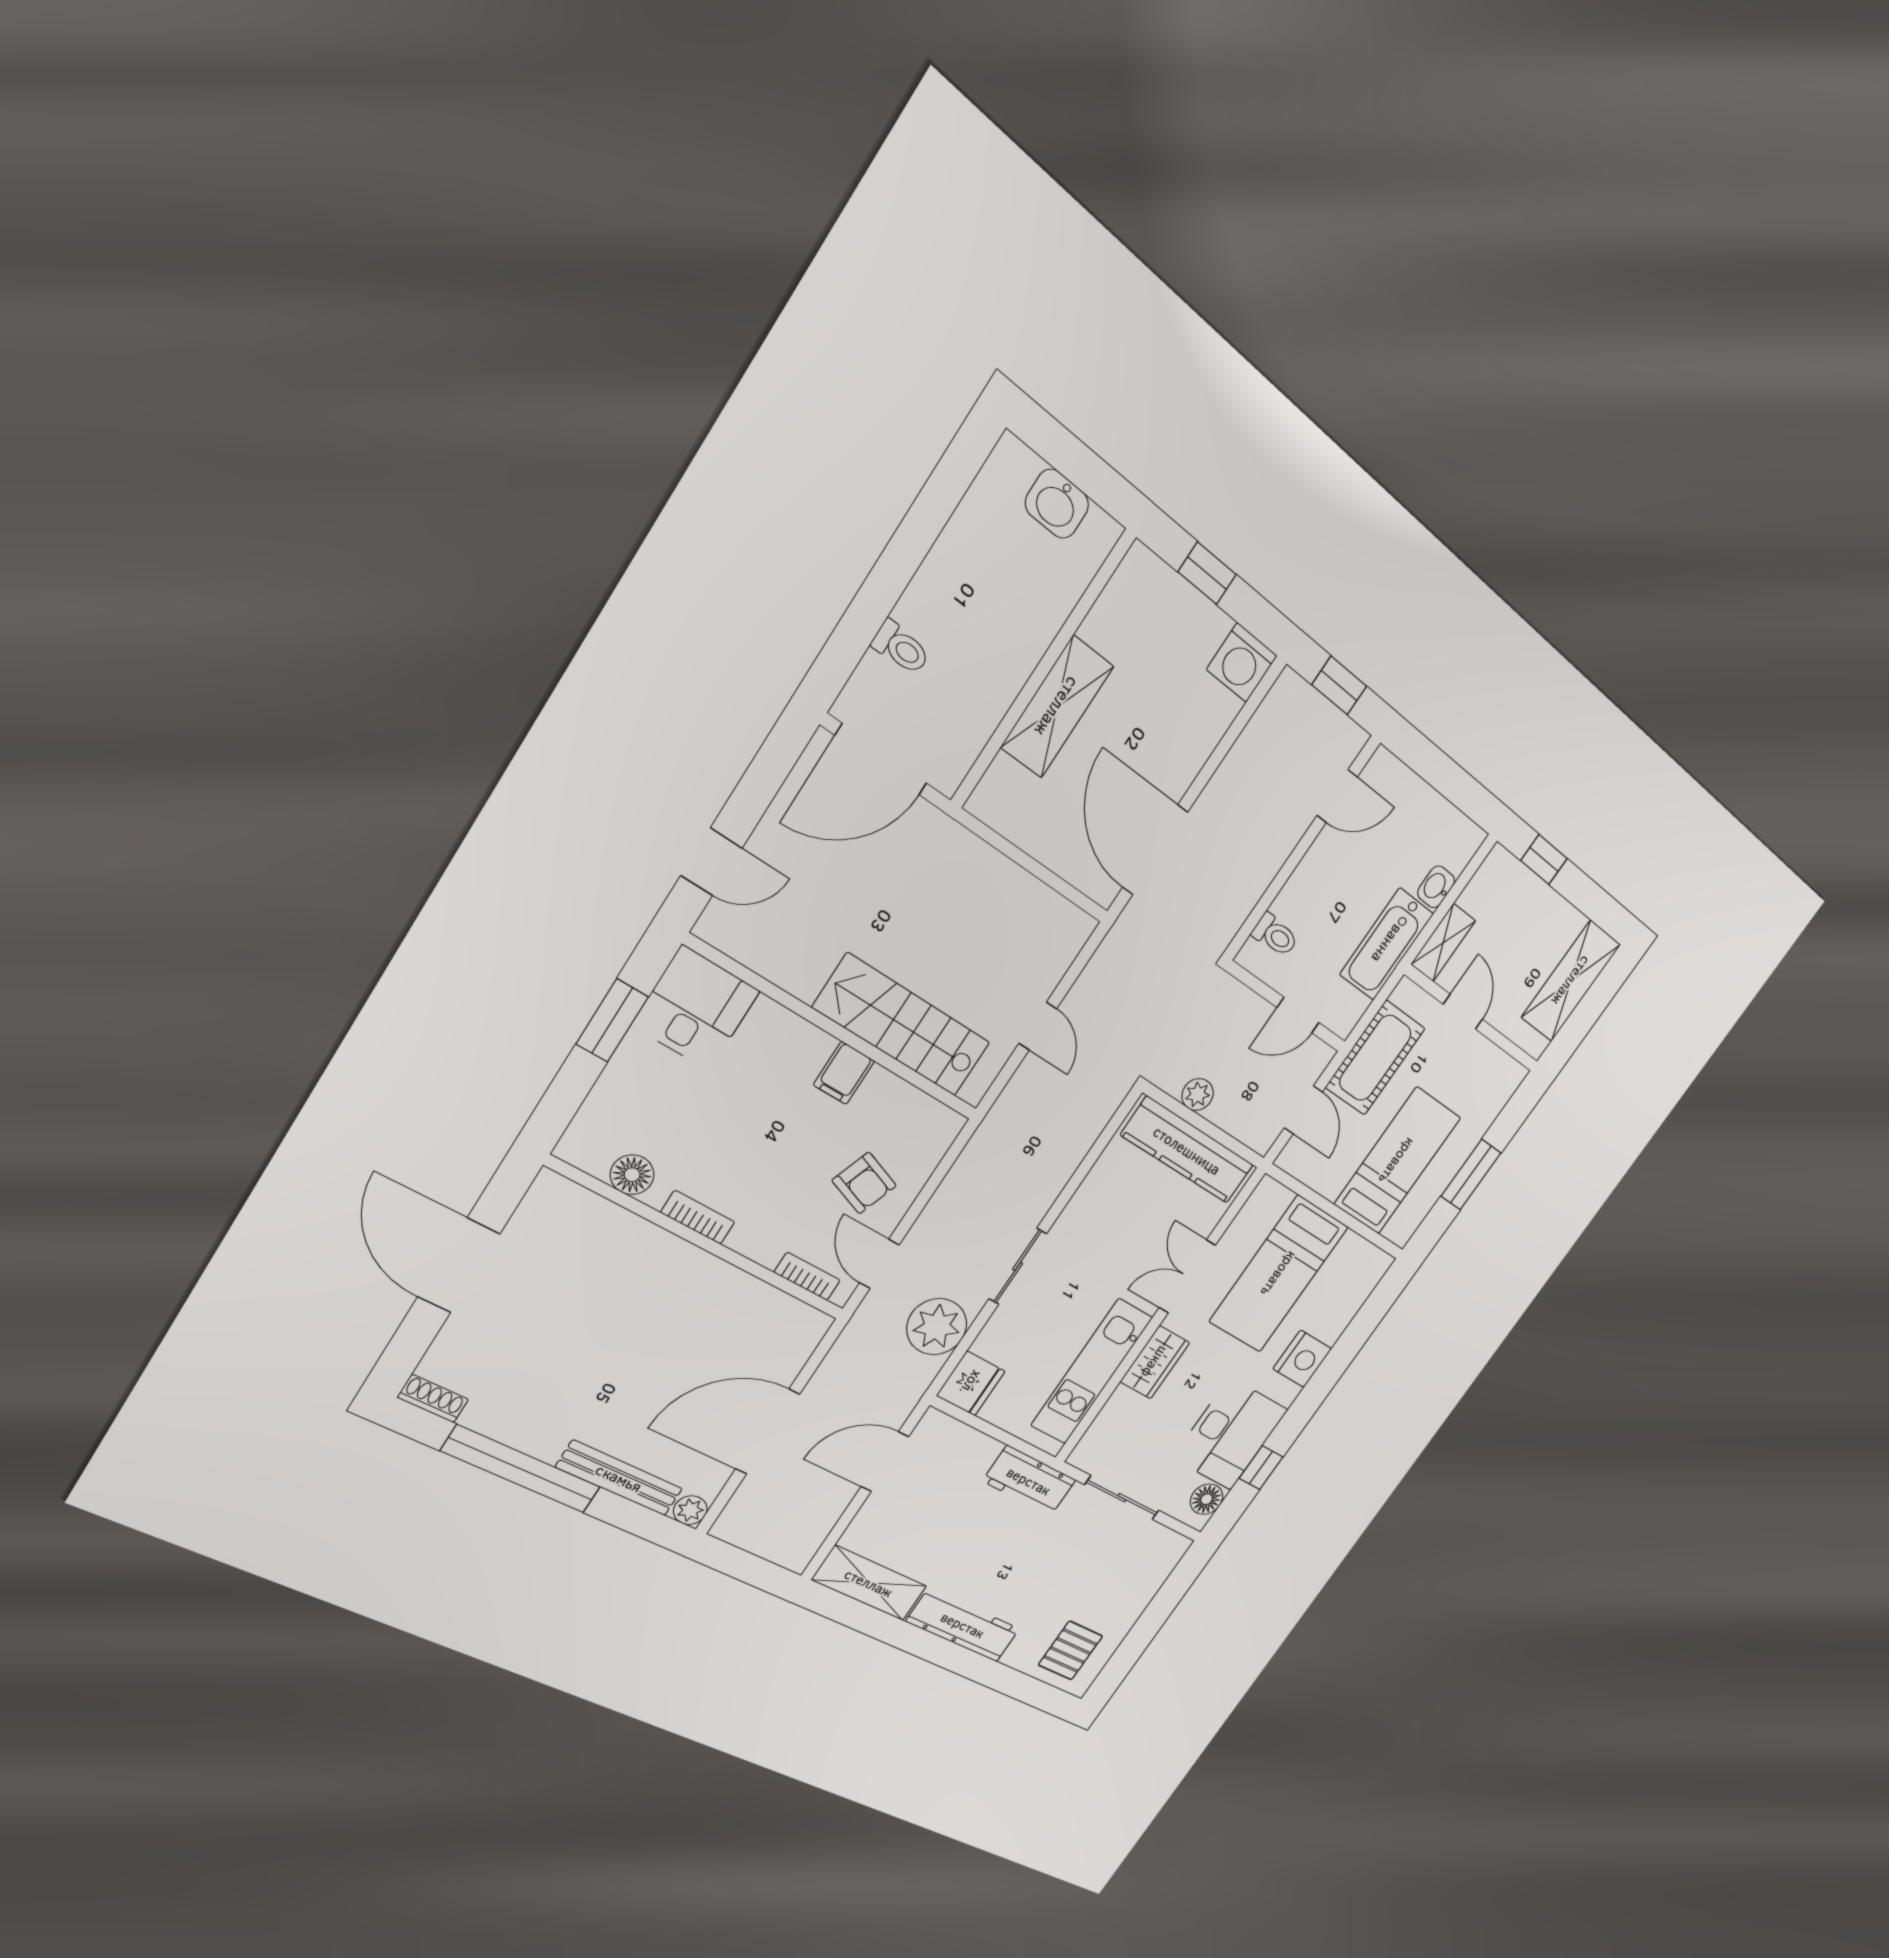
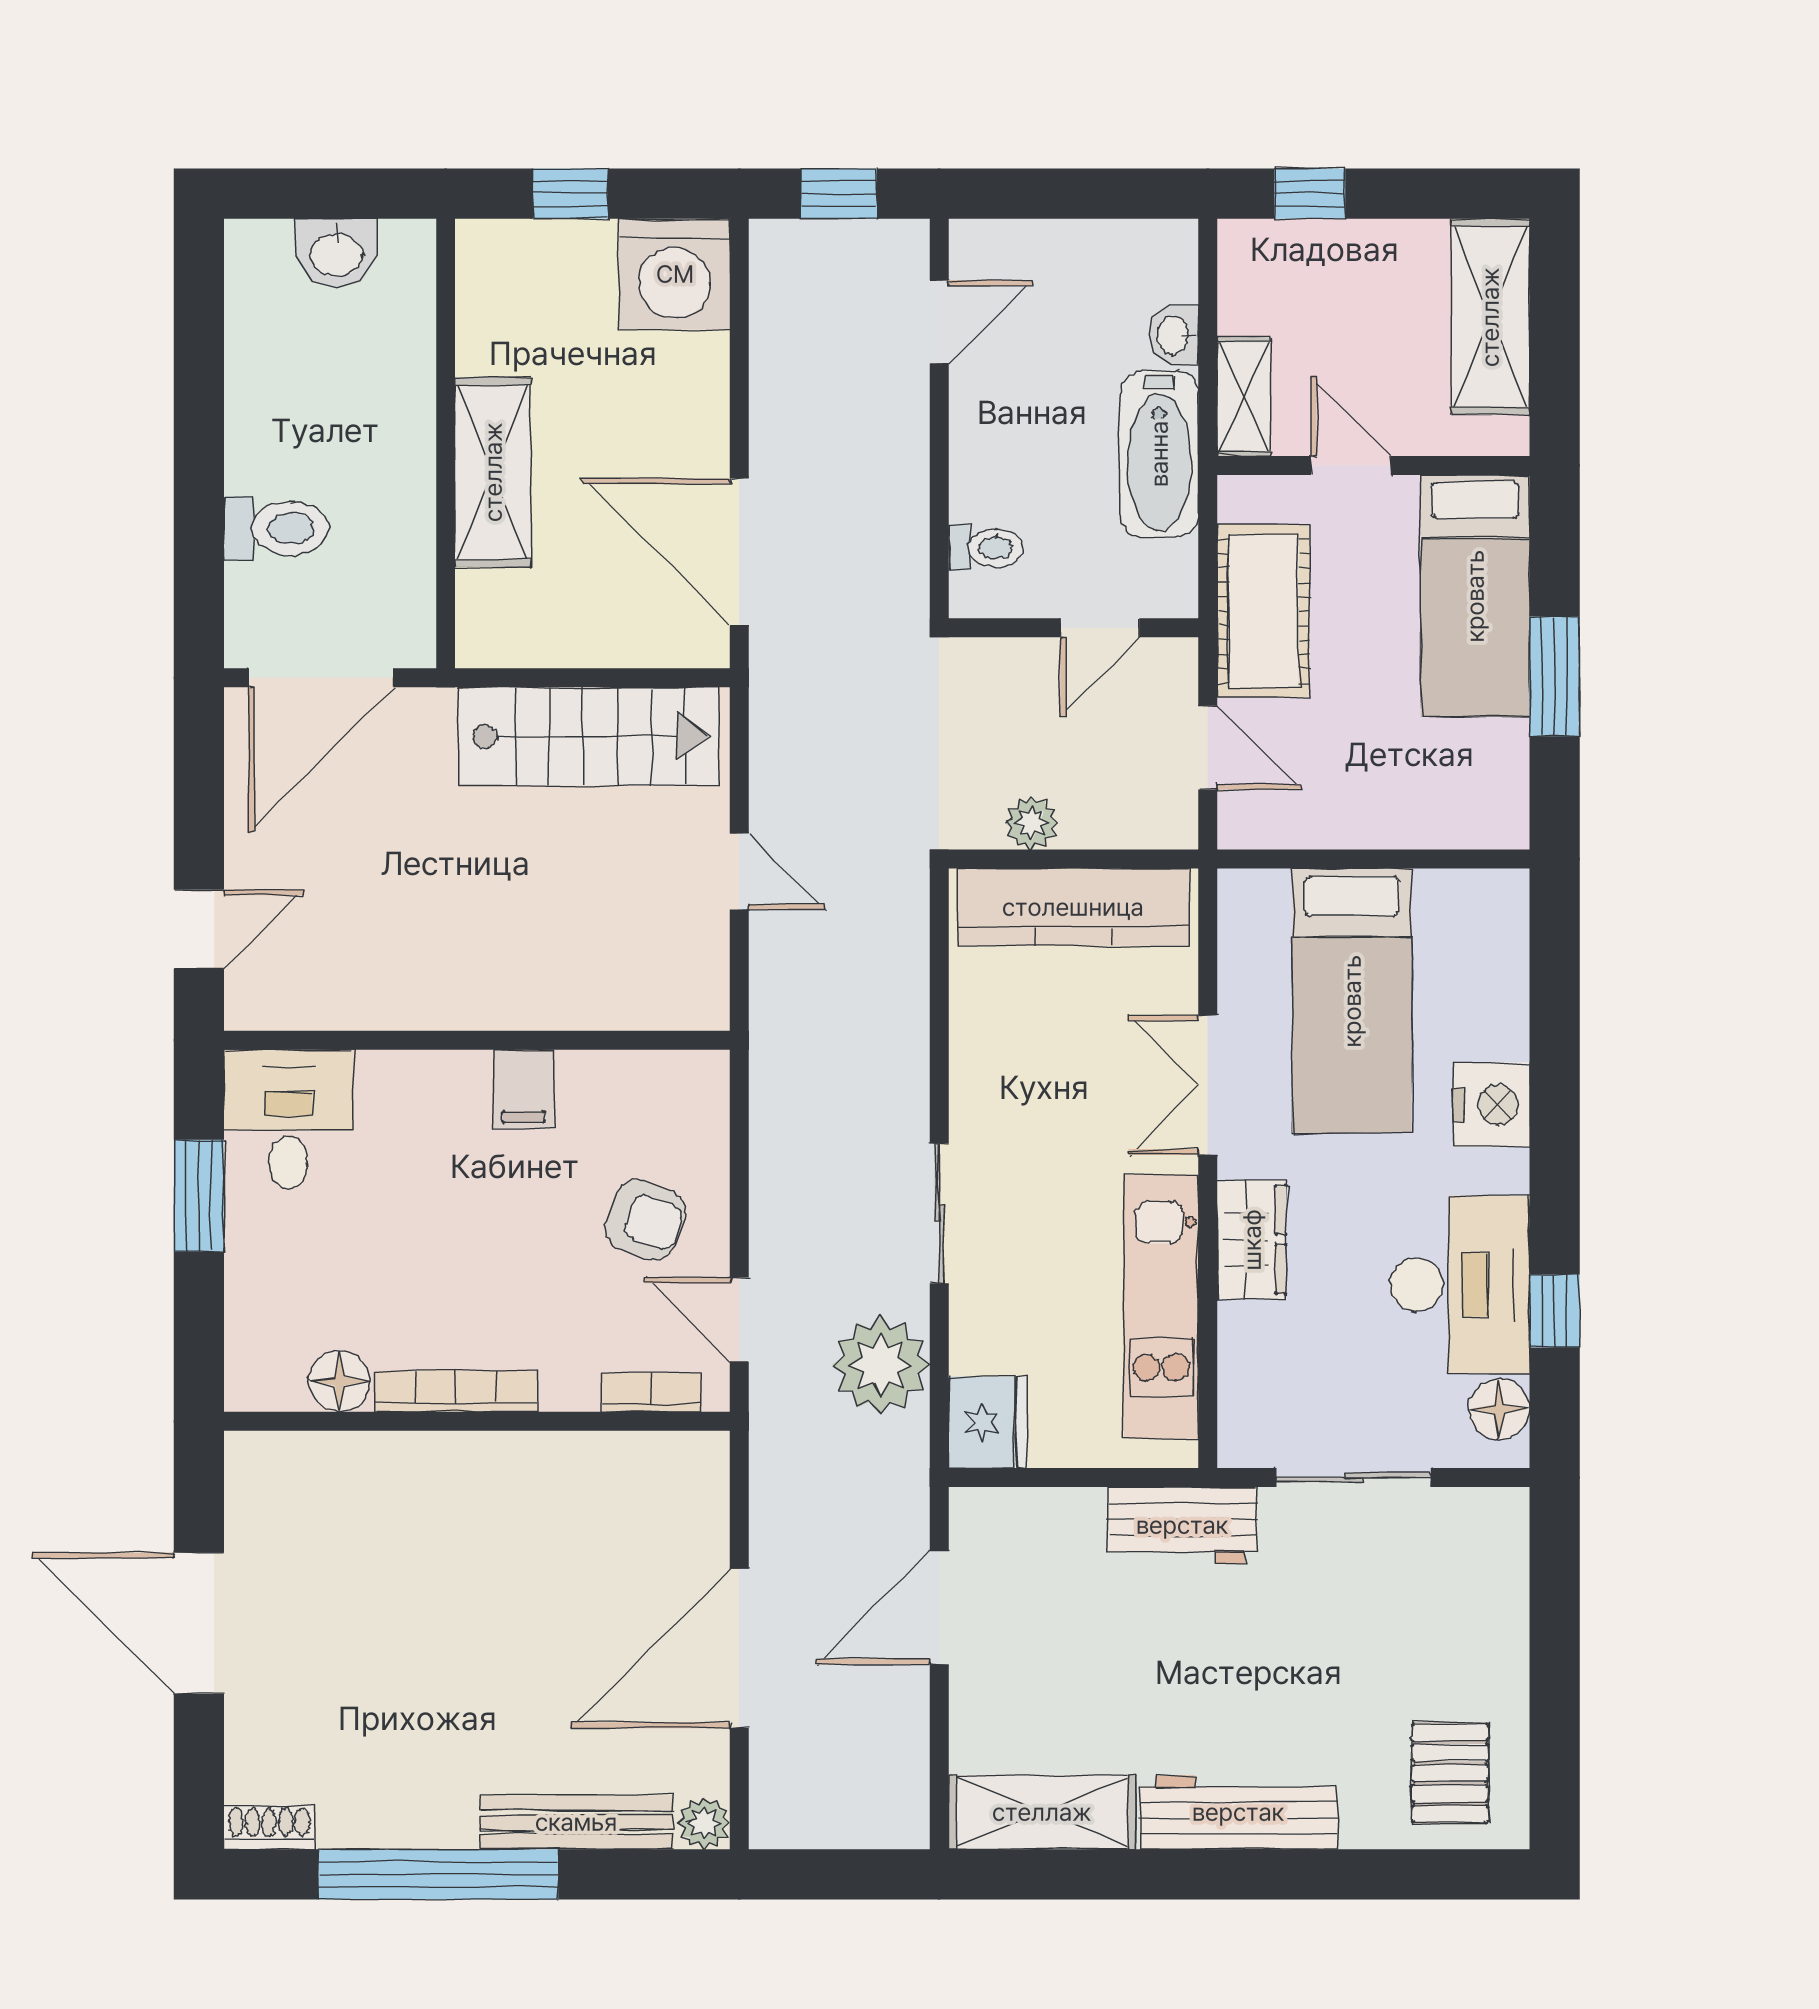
toilet: (901, 648) -> (276, 528), width x1.37, depth x1.39
washing machine: (1242, 663) -> (675, 274), width x1.37, depth x1.37
stairs: (902, 1025) -> (589, 736), moved, turned 180
bed: (1397, 1161) -> (1475, 596), moved, turned 180
bookcase: (698, 1217) -> (456, 1391), width x1.56

